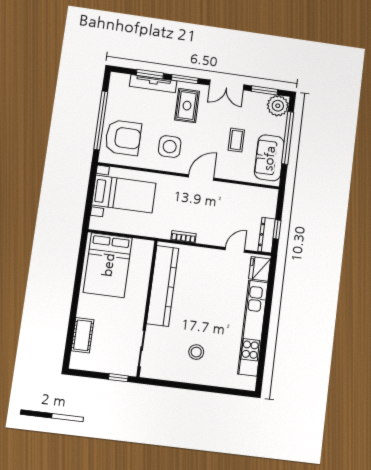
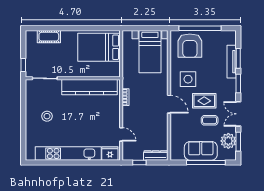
rug: (187, 106) -> (204, 101), moved
plant: (278, 106) -> (228, 141), moved
coffee table: (236, 140) -> (210, 120), moved
sofa: (269, 158) -> (201, 151), moved
dresser: (267, 235) -> (156, 155), moved

